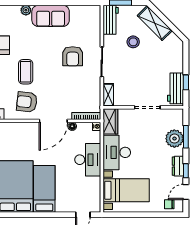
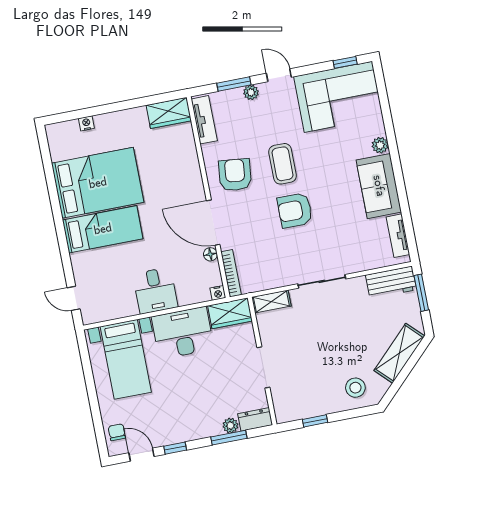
tv unit: (83, 10) -> (398, 236), added
stool: (133, 42) -> (355, 388), moved
armchair: (73, 56) -> (295, 210), moved
coffee table: (26, 72) -> (282, 164), turned 90
workbench: (176, 88) -> (302, 406), removed
plant: (174, 139) -> (230, 425), width x0.53, depth x0.53
desk: (88, 160) -> (155, 291), width x0.73
dresser: (178, 166) -> (255, 419), moved

